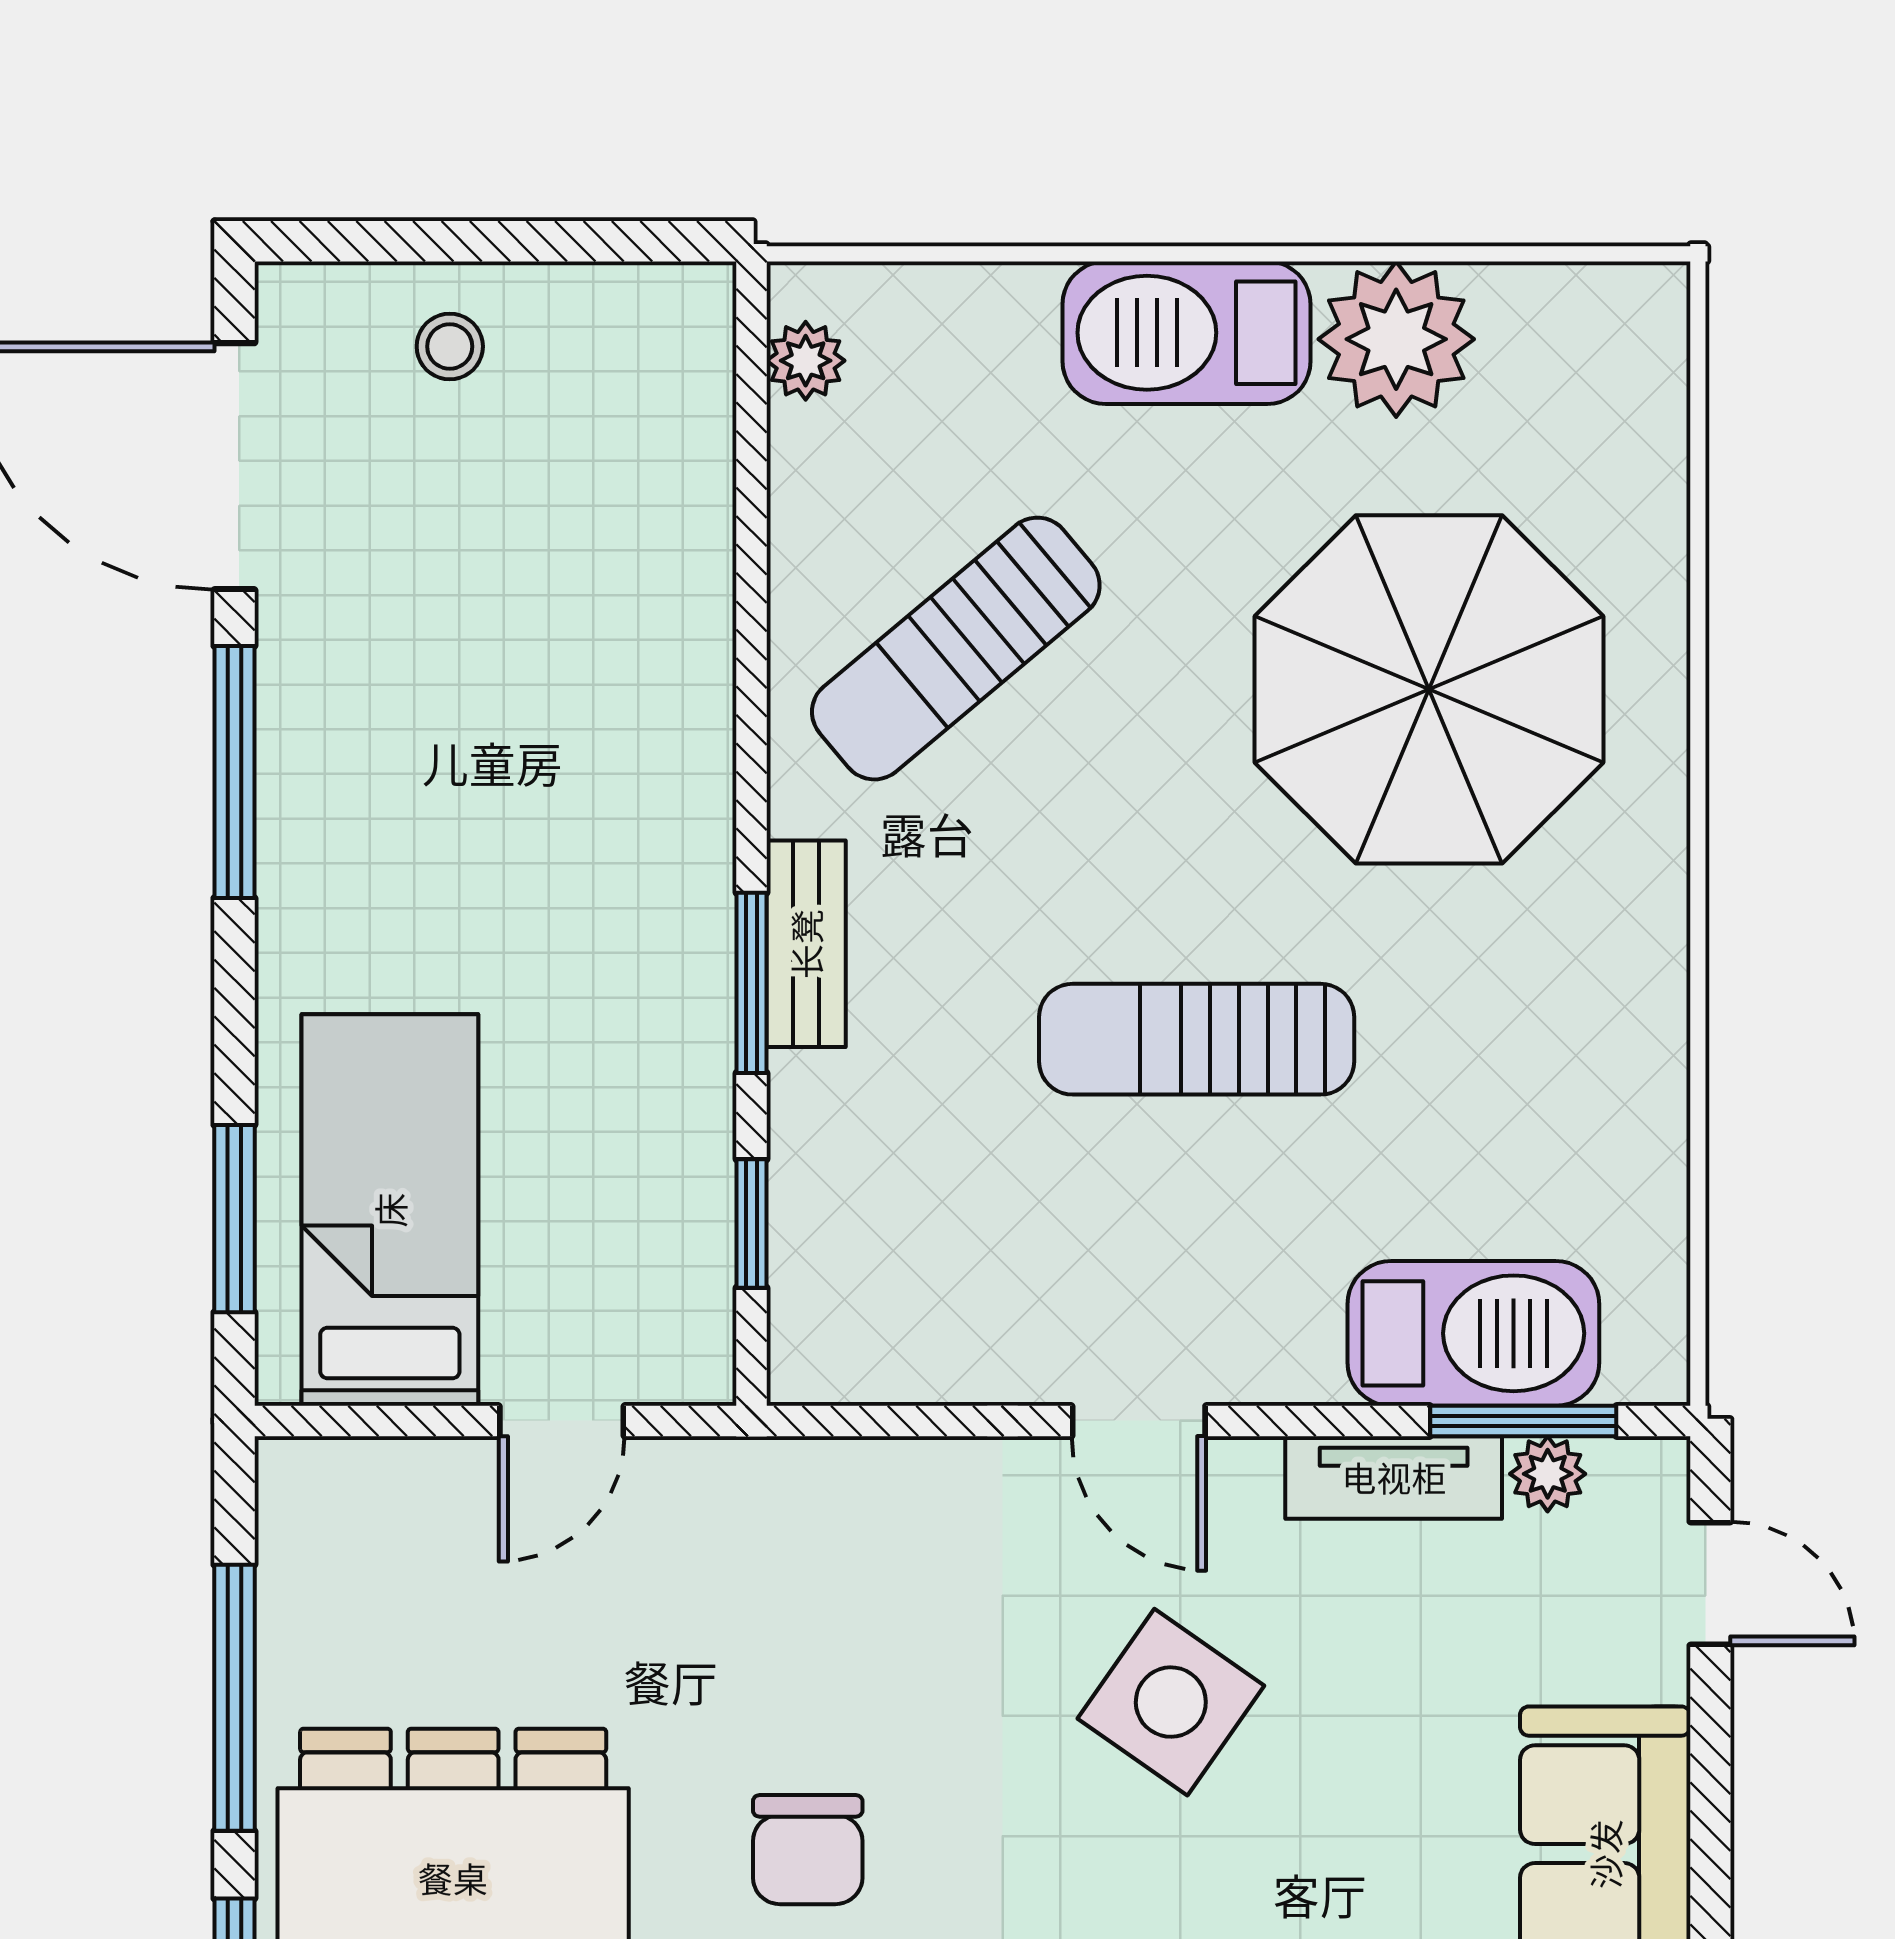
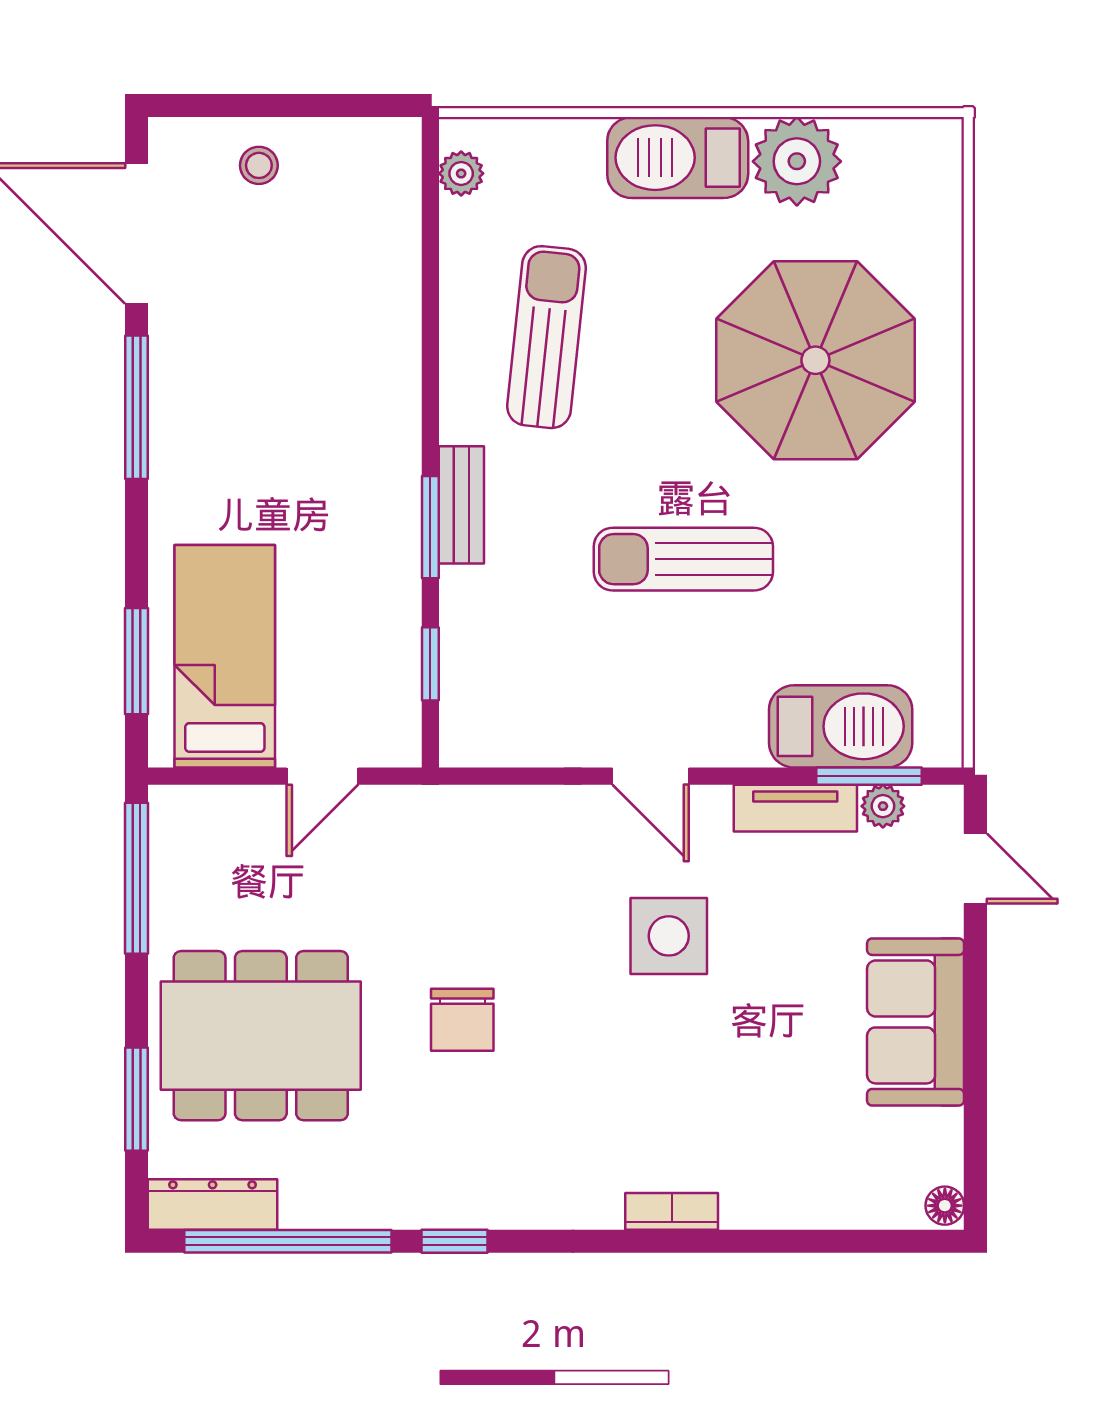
sun lounger: (956, 649) -> (547, 337), turned 136
window: (234, 1698) -> (136, 878), moved
side table: (1171, 1702) -> (669, 936), turned -35

